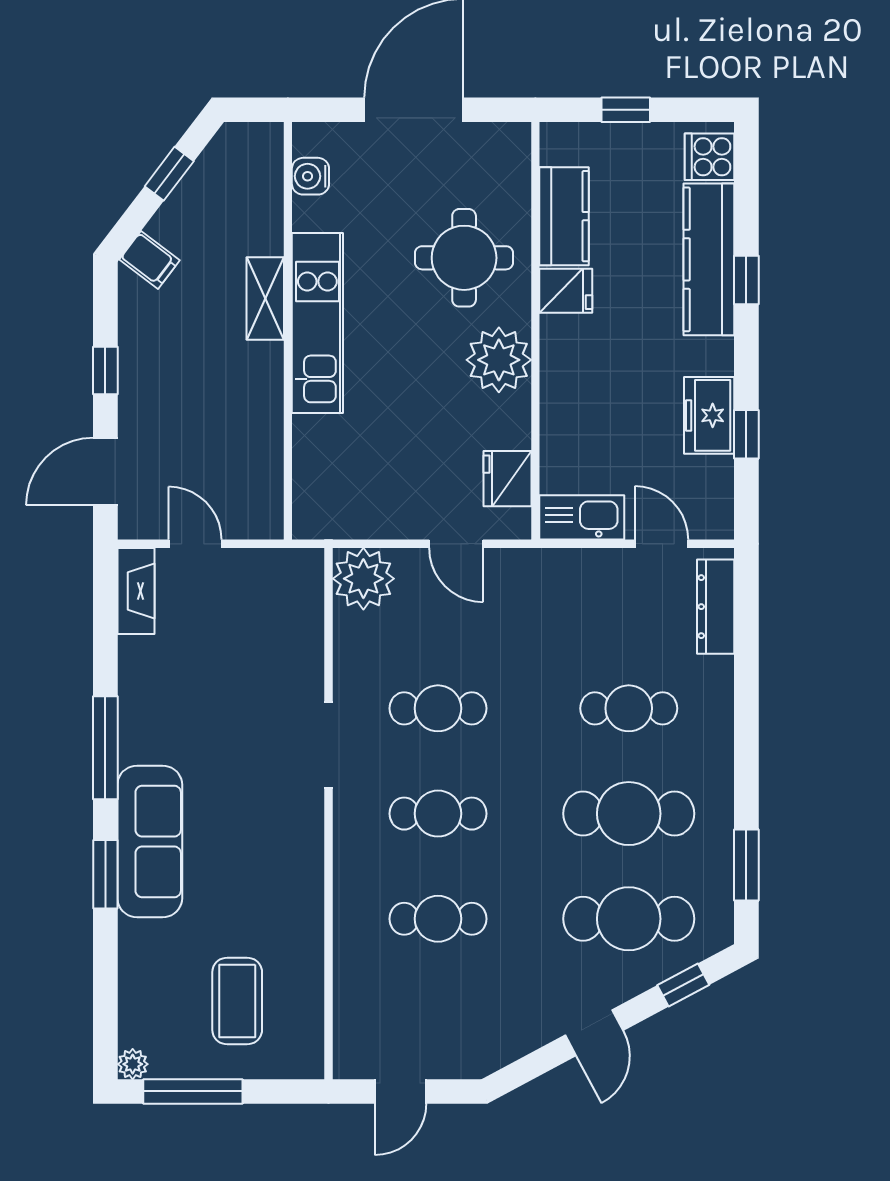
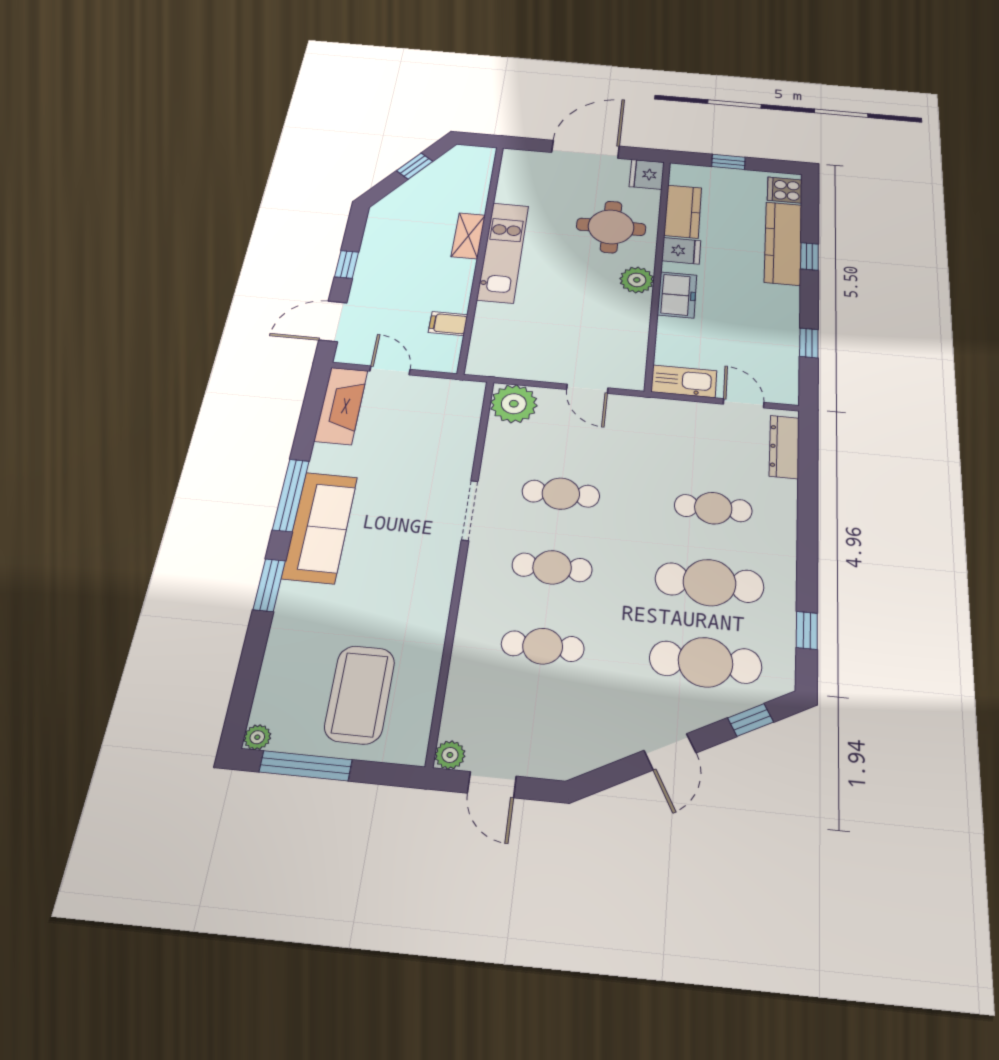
water cooler: (310, 176) -> (511, 176), removed
filing cabinet: (150, 260) -> (448, 324), moved, turned 143
plant: (499, 360) -> (637, 280), width x0.73, depth x0.73
freezer: (709, 415) -> (677, 295), moved, turned 180
fridge: (507, 479) -> (647, 174), moved
fireplace: (136, 591) -> (341, 406), width x1.37, depth x1.32
sofa: (150, 841) -> (320, 527), moved
window: (746, 865) -> (807, 630), width x0.67
coffee table: (237, 1001) -> (360, 694), width x1.36, depth x1.32
plant: (350, 1062) -> (450, 755), added
door: (400, 1091) -> (492, 785), hinge flipped

